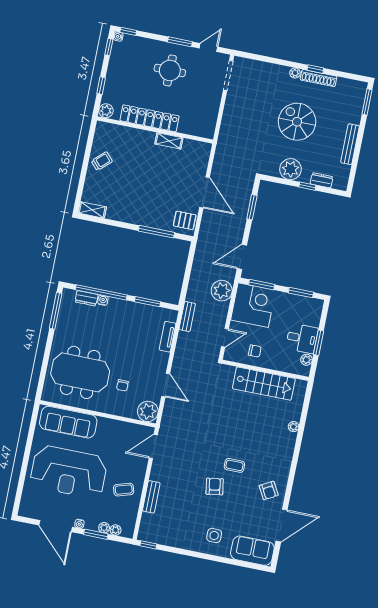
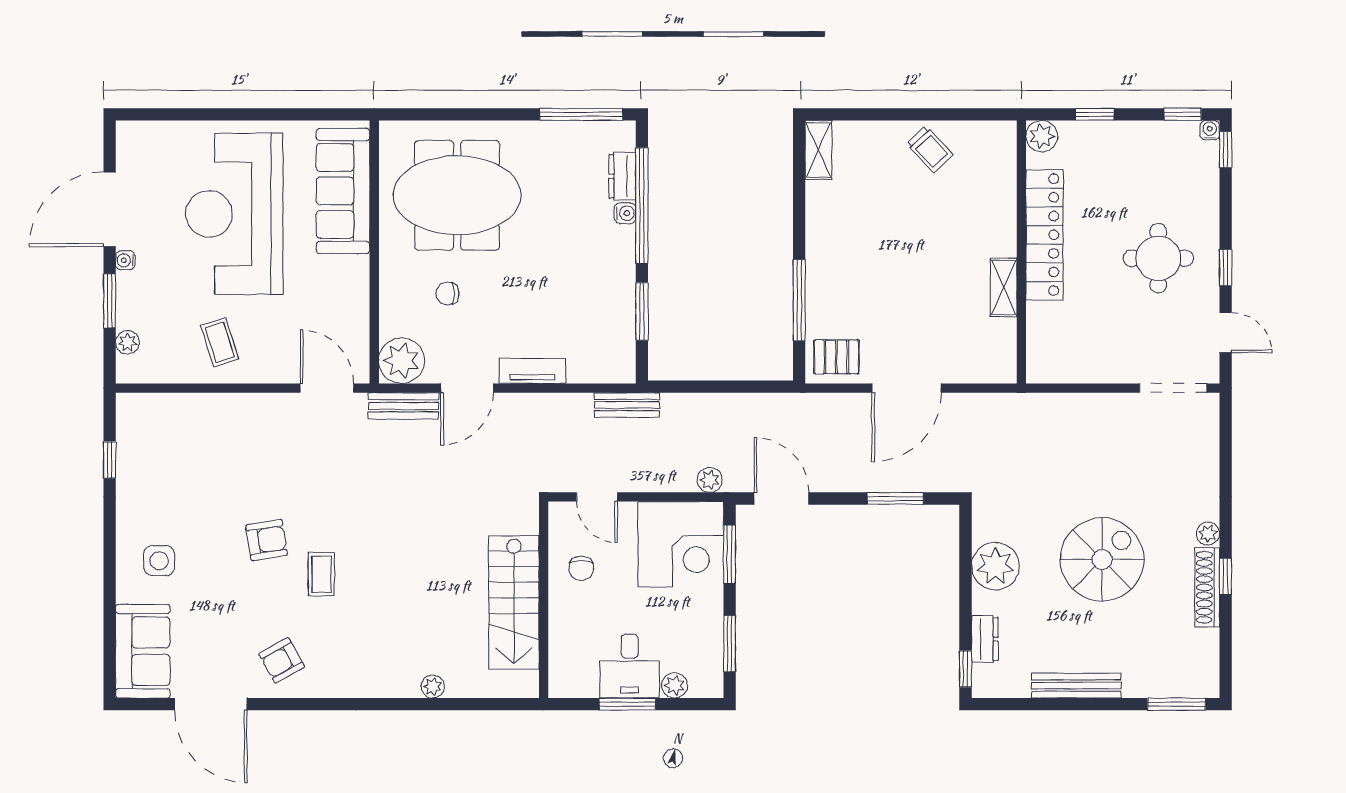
window: (180, 42) -> (1226, 268), width x0.67
window: (307, 186) -> (965, 669), moved
pallet: (185, 220) -> (836, 357), turned 90
plant: (222, 291) -> (710, 480), width x0.53, depth x0.53
tv unit: (168, 337) -> (532, 371), moved
plant: (306, 360) -> (675, 685), moved
meeting table: (80, 372) -> (457, 195), turned 90
bench: (151, 497) -> (403, 406), moved
plant: (104, 528) -> (128, 316), removed
window: (148, 545) -> (110, 460), moved

